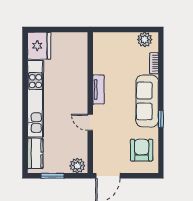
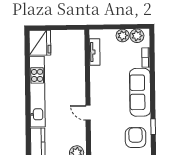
plant: (129, 39) -> (123, 36), added
tv unit: (98, 89) -> (95, 52), moved
window: (161, 119) -> (153, 127), moved

